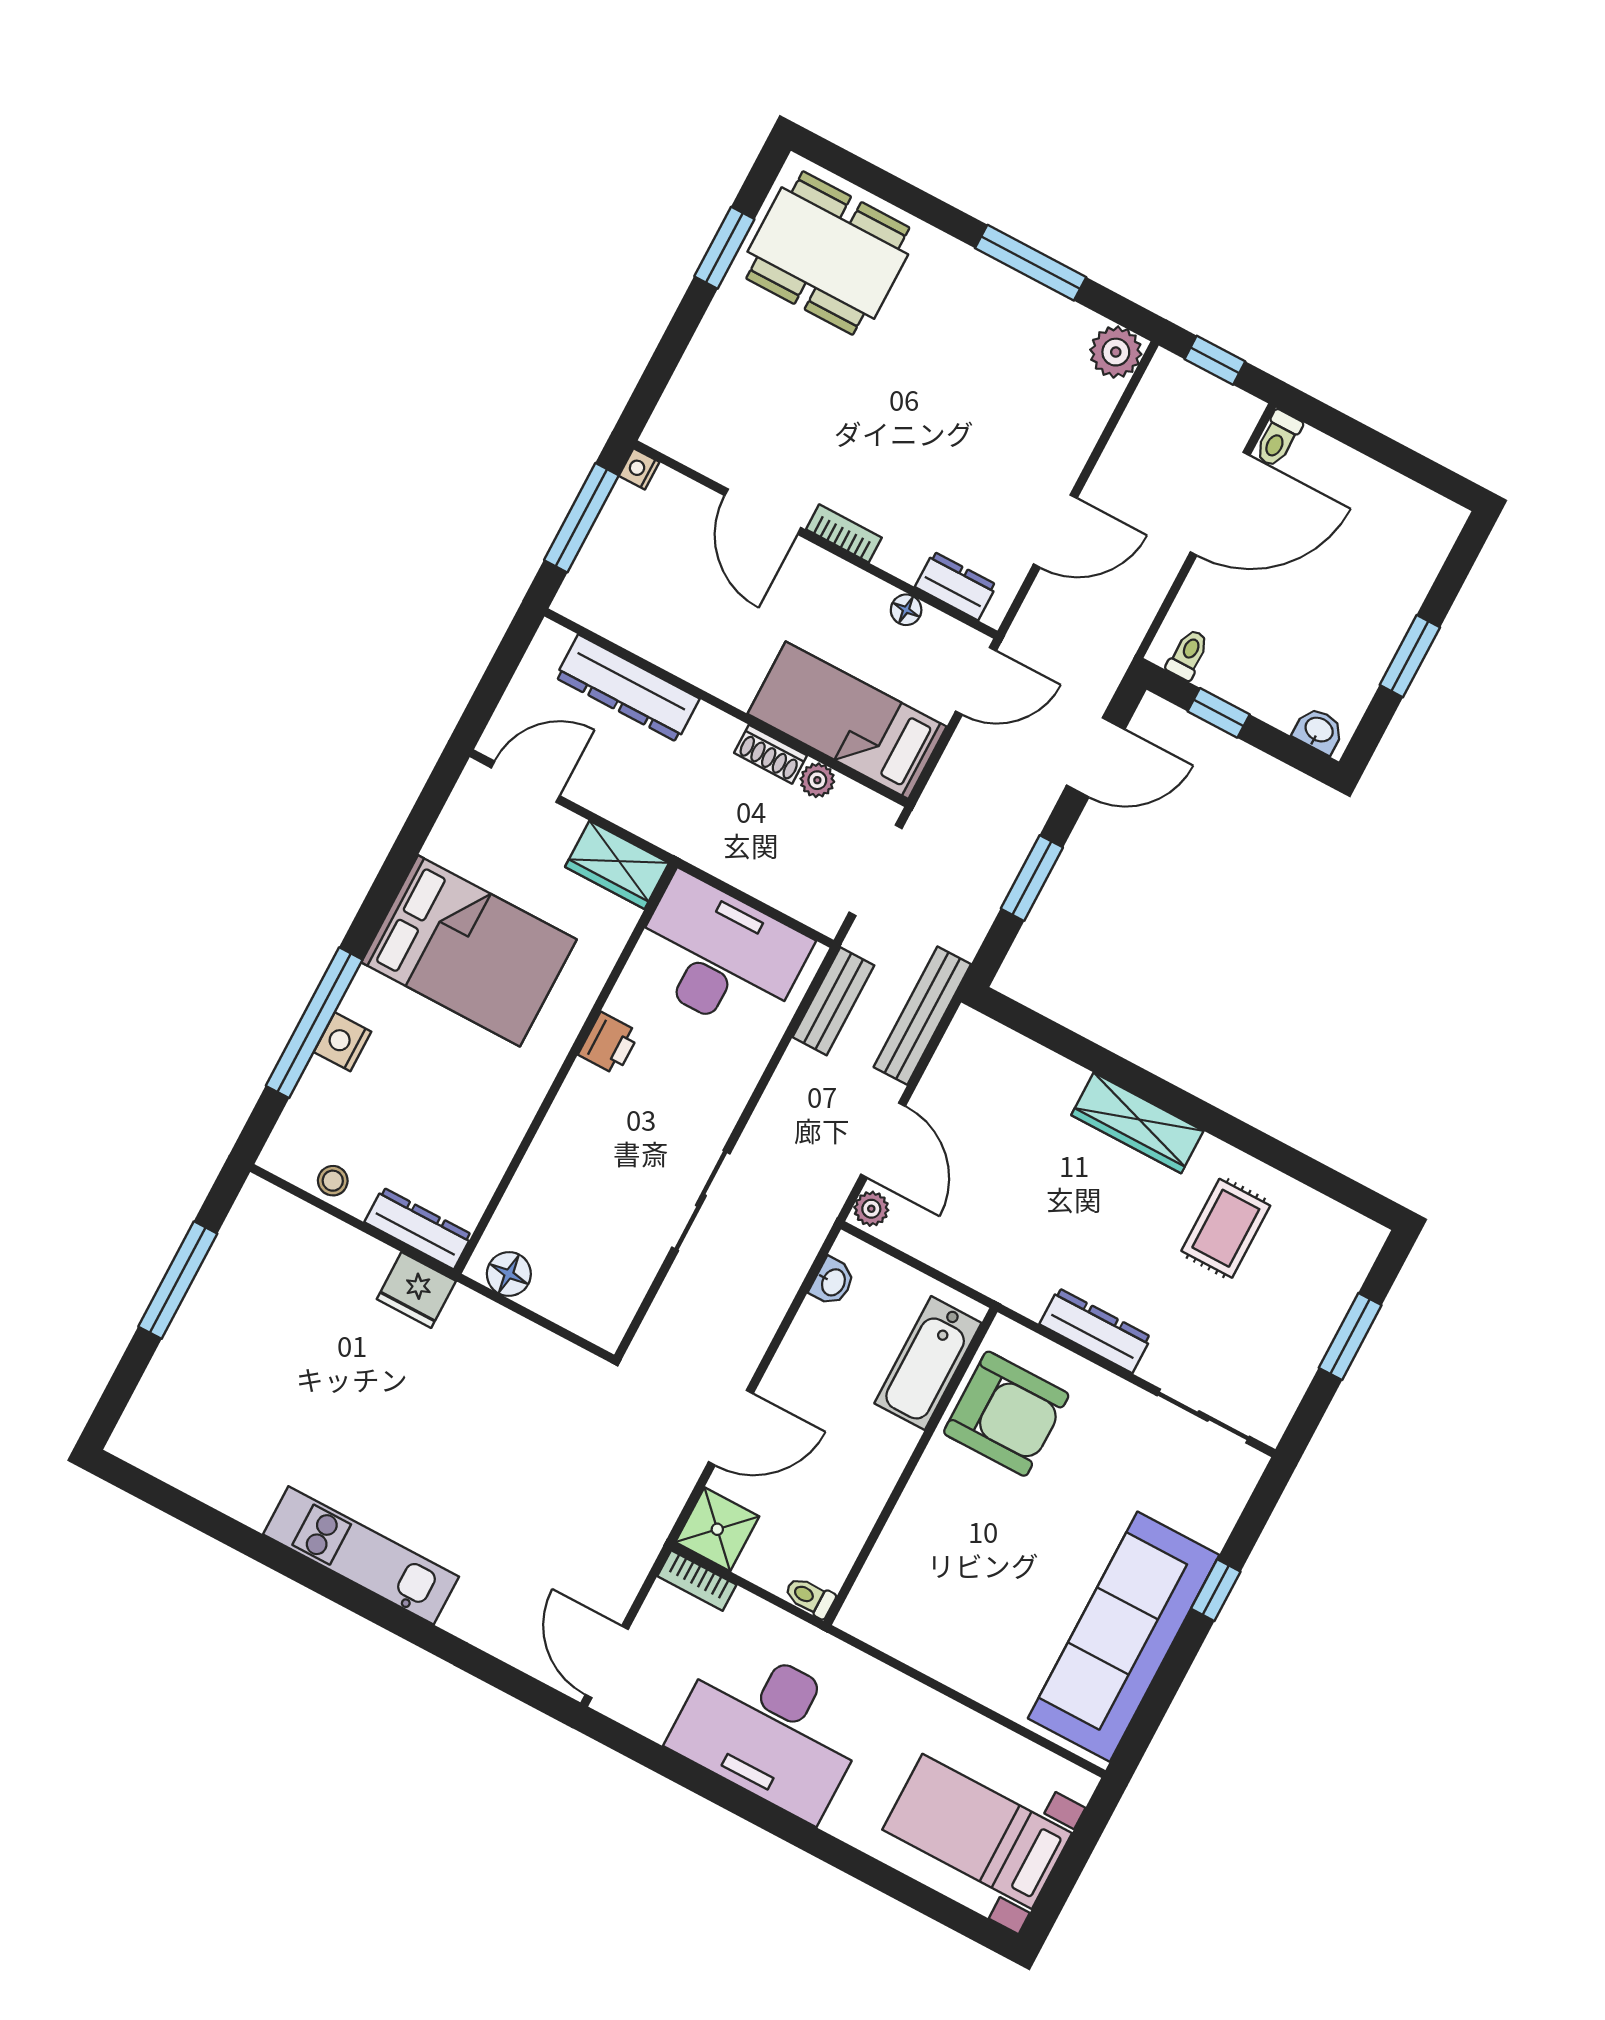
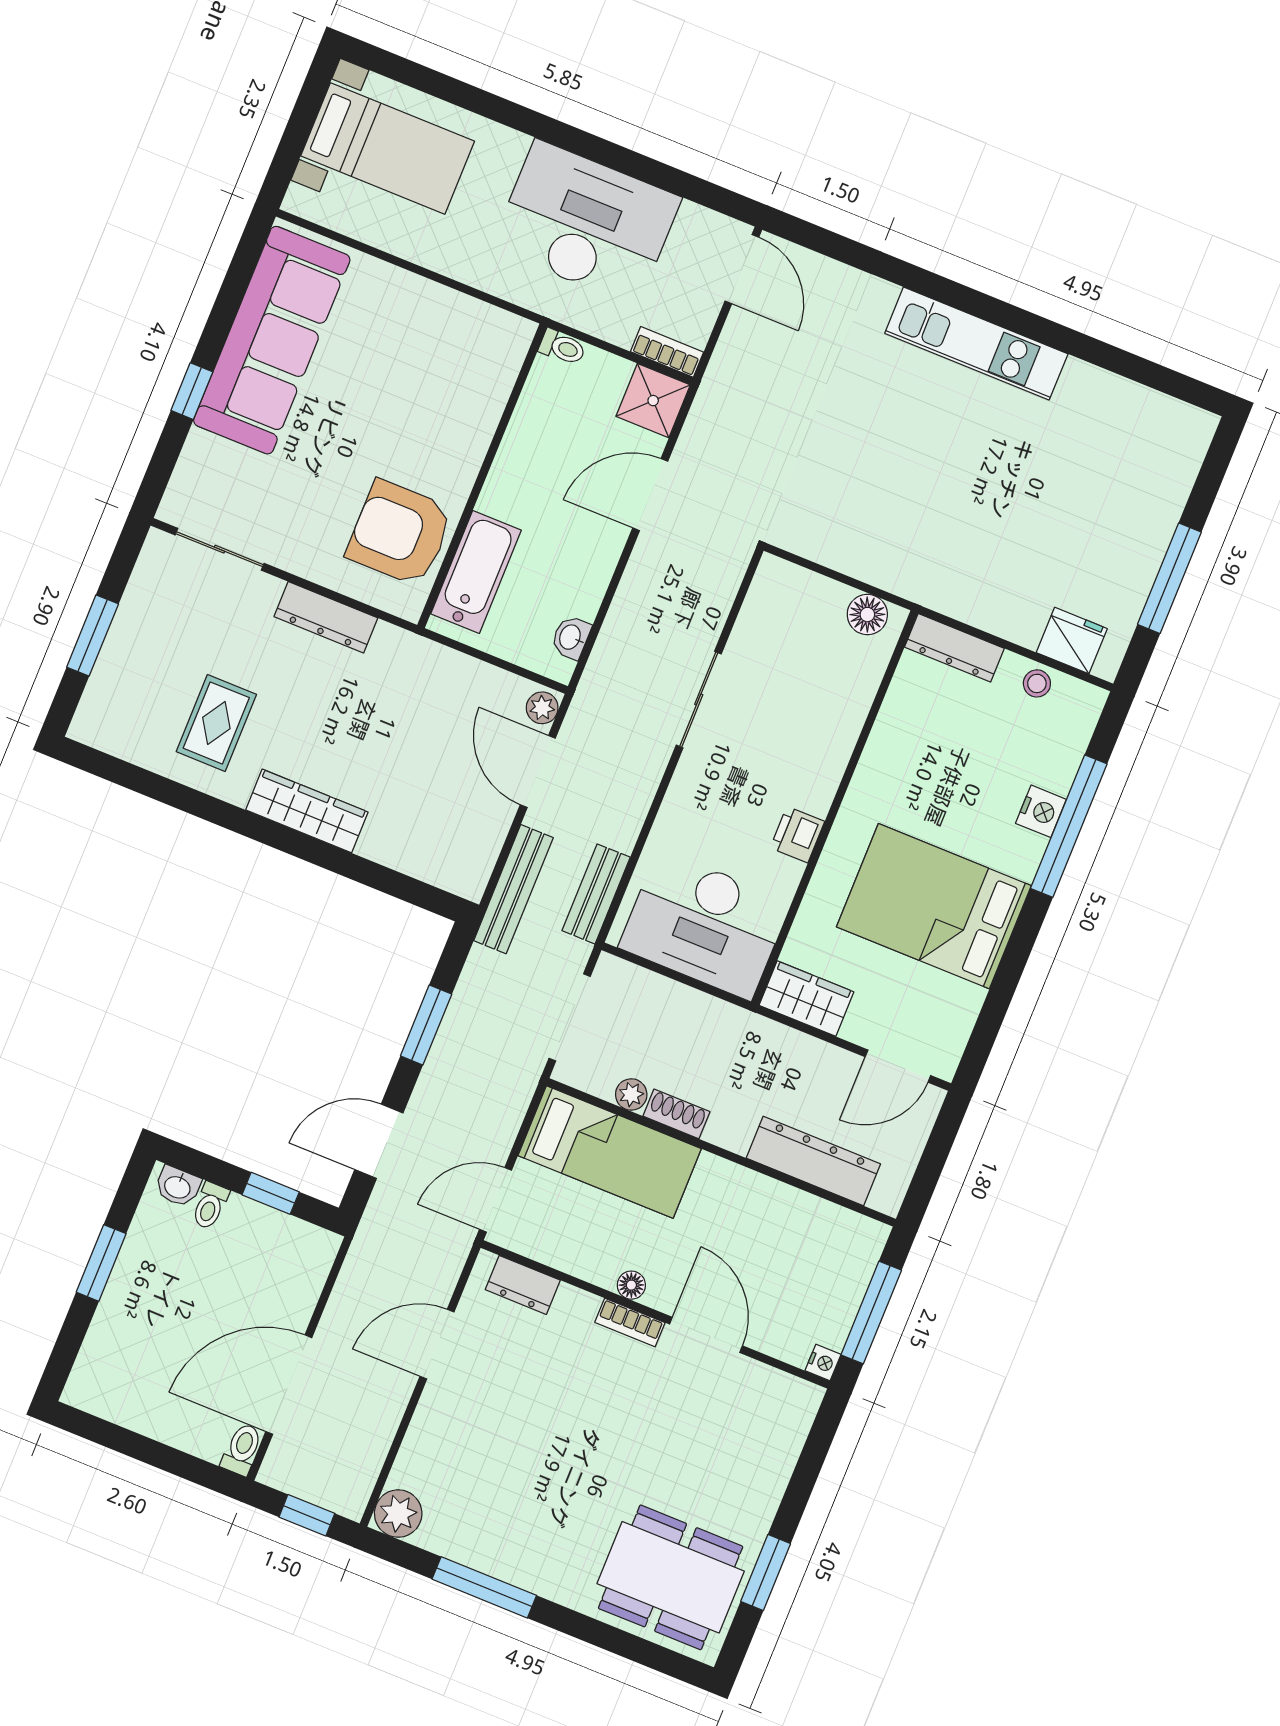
floor lamp: (906, 610) -> (631, 1285), moved
toilet: (1188, 655) -> (210, 1206), moved
fridge: (416, 1290) -> (1072, 641), moved

